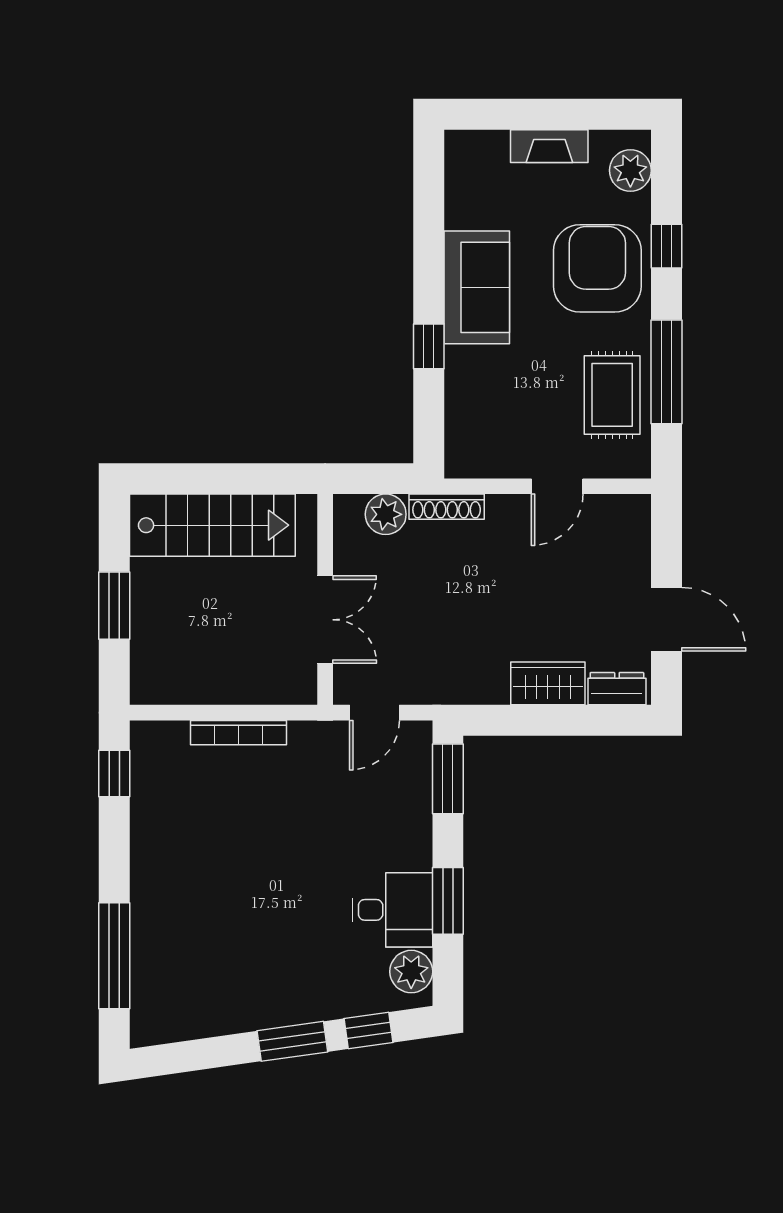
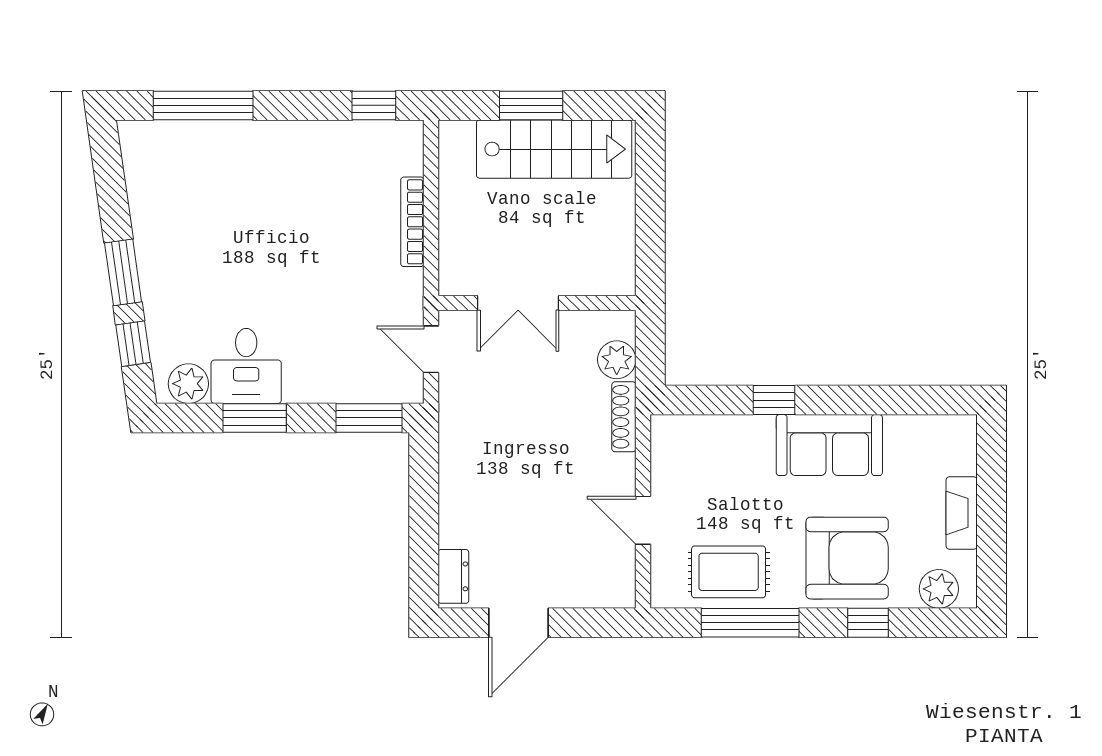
stairs: (212, 525) -> (554, 149), moved, turned -90
wardrobe: (548, 683) -> (458, 512), removed

